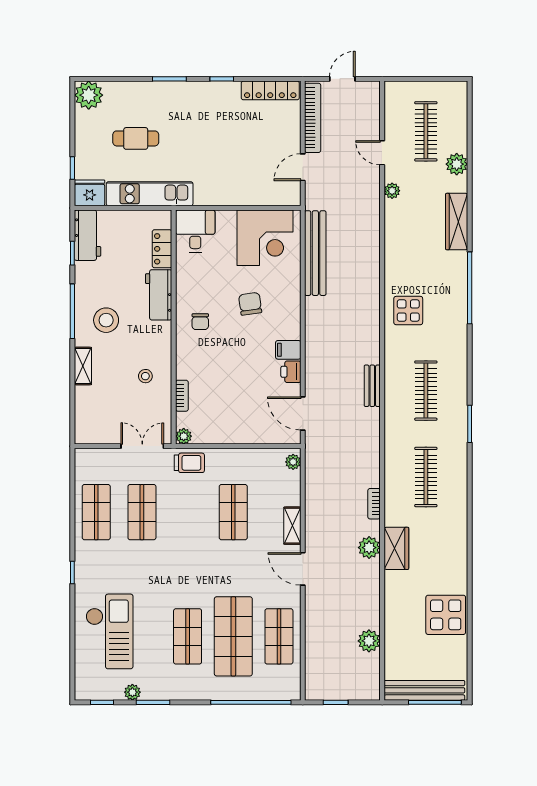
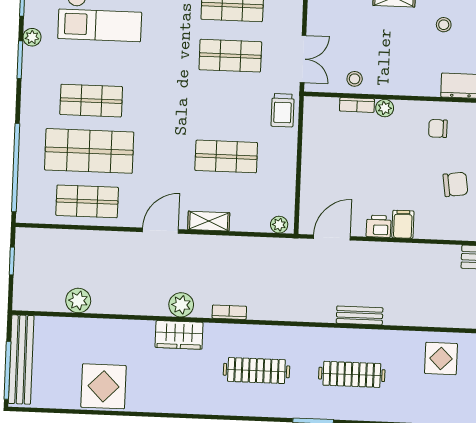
stool: (106, 320) -> (444, 25), width x0.53, depth x0.53
stool: (145, 376) -> (355, 79), moved
plant: (184, 436) -> (385, 108), moved

